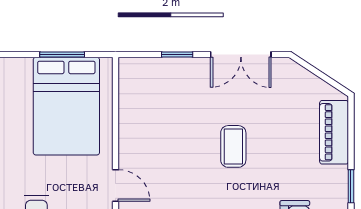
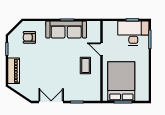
coffee table: (233, 146) -> (85, 66), moved

